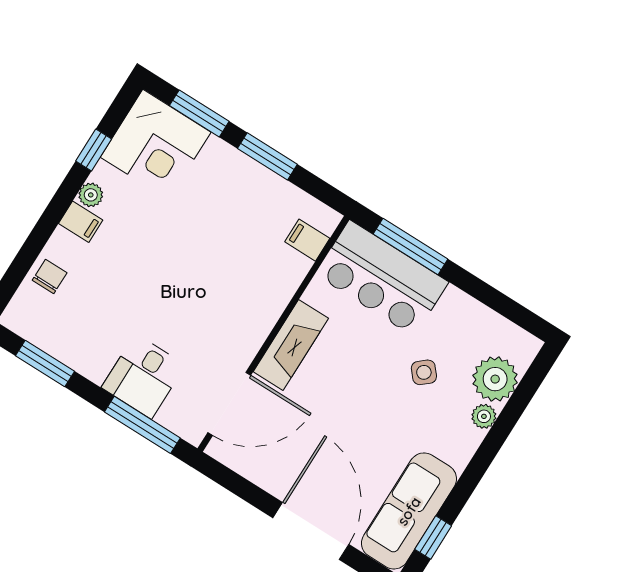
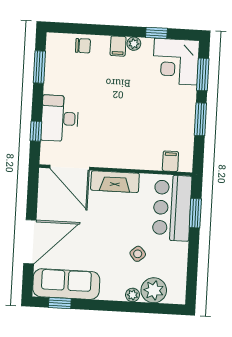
window: (411, 246) -> (195, 213), width x0.69
desk: (143, 376) -> (60, 118), width x1.37
window: (142, 425) -> (36, 131), width x0.46

